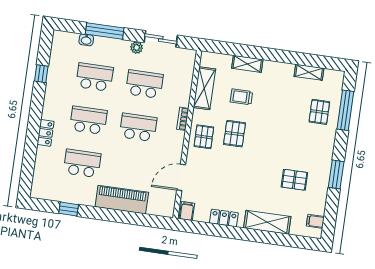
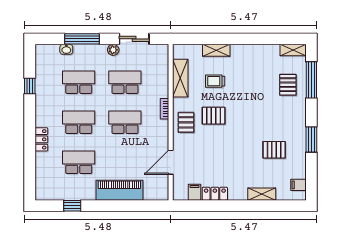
shelving: (309, 72) -> (293, 50), moved
pallet: (235, 134) -> (214, 116), turned 90
filing cabinet: (187, 211) -> (195, 192), moved
shelving: (267, 222) -> (262, 194), width x0.67, depth x0.75

